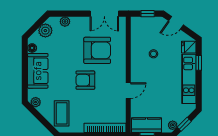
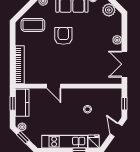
plant: (65, 22) -> (117, 40), moved
armchair: (97, 50) -> (91, 58), removed
armchair: (85, 80) -> (63, 36), moved

